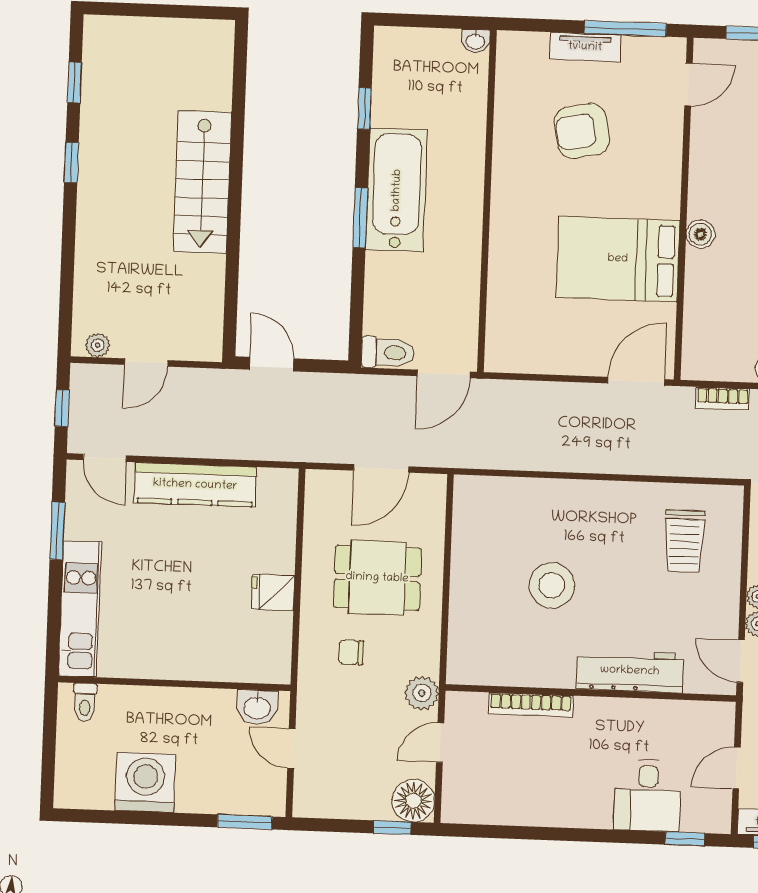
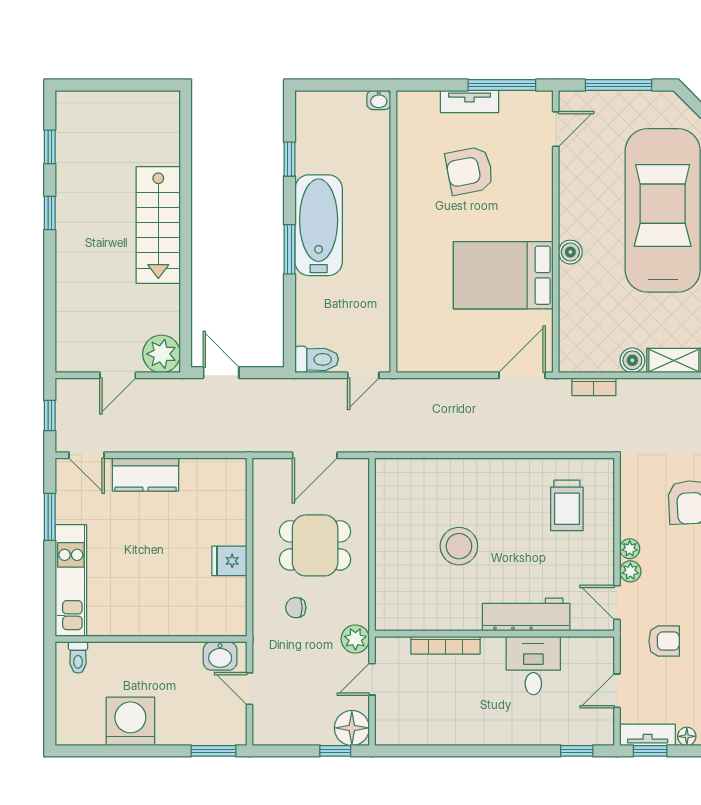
plant: (98, 345) -> (162, 354), moved, width x1.88, depth x1.88
door: (444, 374) -> (363, 375), width x0.73
kitchen counter: (195, 485) -> (146, 474), width x0.67
desk: (648, 795) -> (533, 666), moved, turned 180

